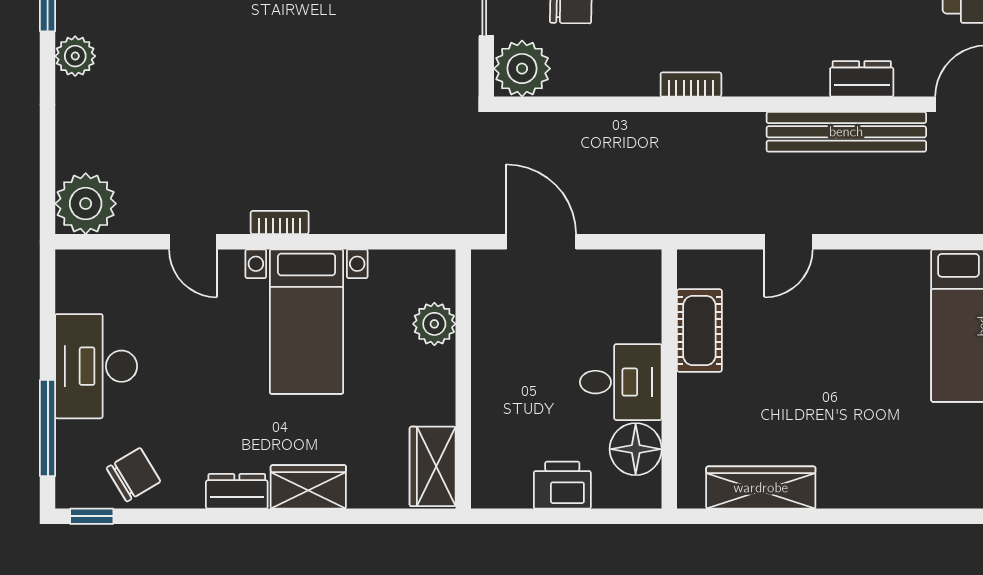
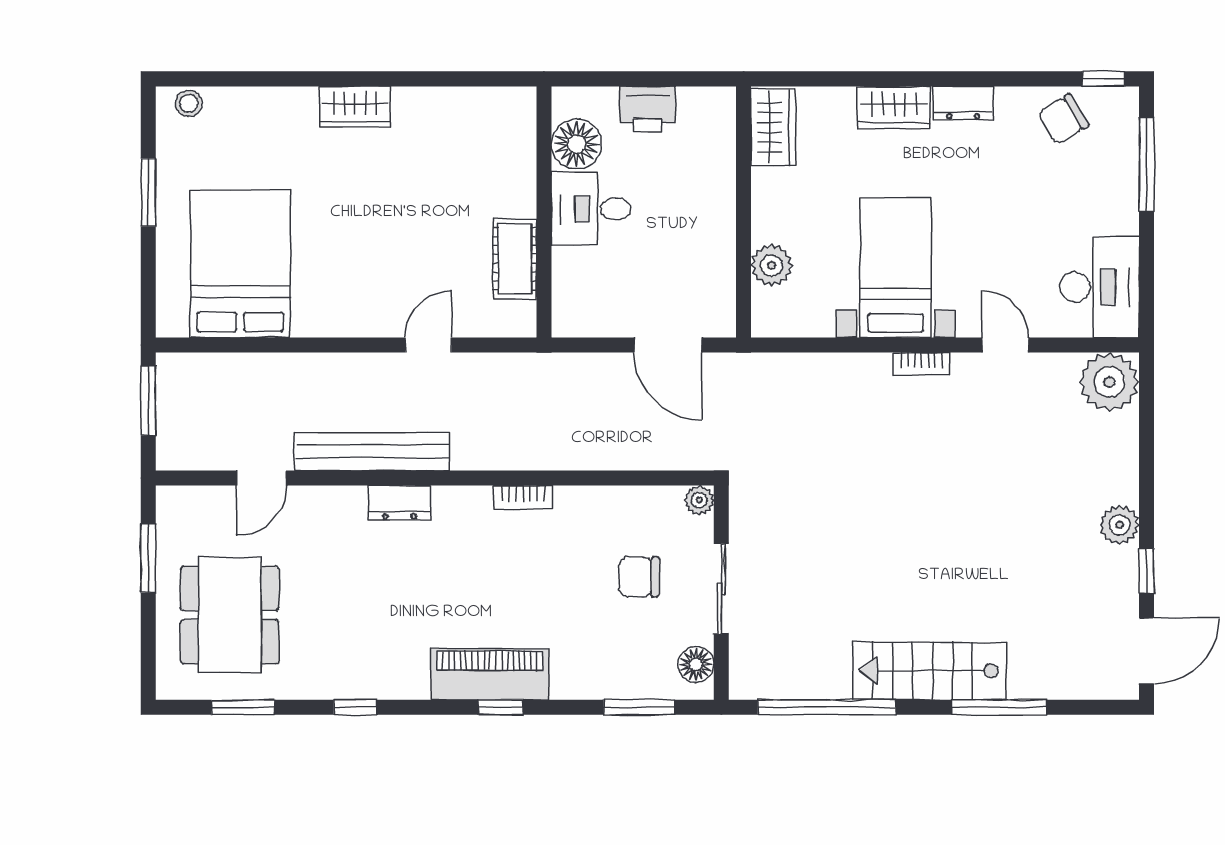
plant: (522, 69) -> (699, 500), width x0.53, depth x0.53
dresser: (862, 79) -> (399, 503), moved
desk: (96, 366) -> (1099, 287), moved
wardrobe: (761, 488) -> (355, 107), moved, width x0.67

